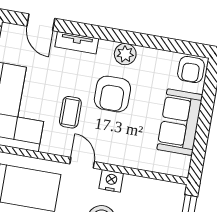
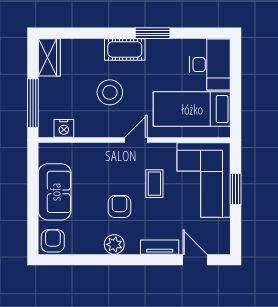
armchair: (112, 94) -> (119, 207), width x0.72, depth x0.72
door: (82, 163) -> (136, 140), swing flipped
nightstand: (111, 181) -> (64, 128), moved

